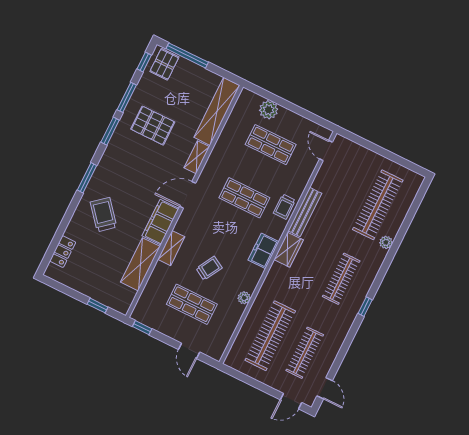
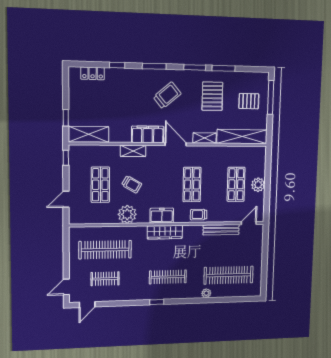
window: (144, 62) -> (117, 65), moved
pallet: (164, 64) -> (249, 101), moved
plant: (269, 110) -> (258, 185), moved
bench: (305, 212) -> (221, 230), moved
trolley: (104, 215) -> (167, 95), moved
wardrobe: (289, 250) -> (165, 232), width x1.50
shelving: (140, 264) -> (89, 134), moved
plant: (244, 298) -> (127, 214), width x1.87, depth x1.87
clothes rail: (305, 353) -> (105, 279), width x0.73
door: (291, 401) -> (66, 287), hinge flipped

